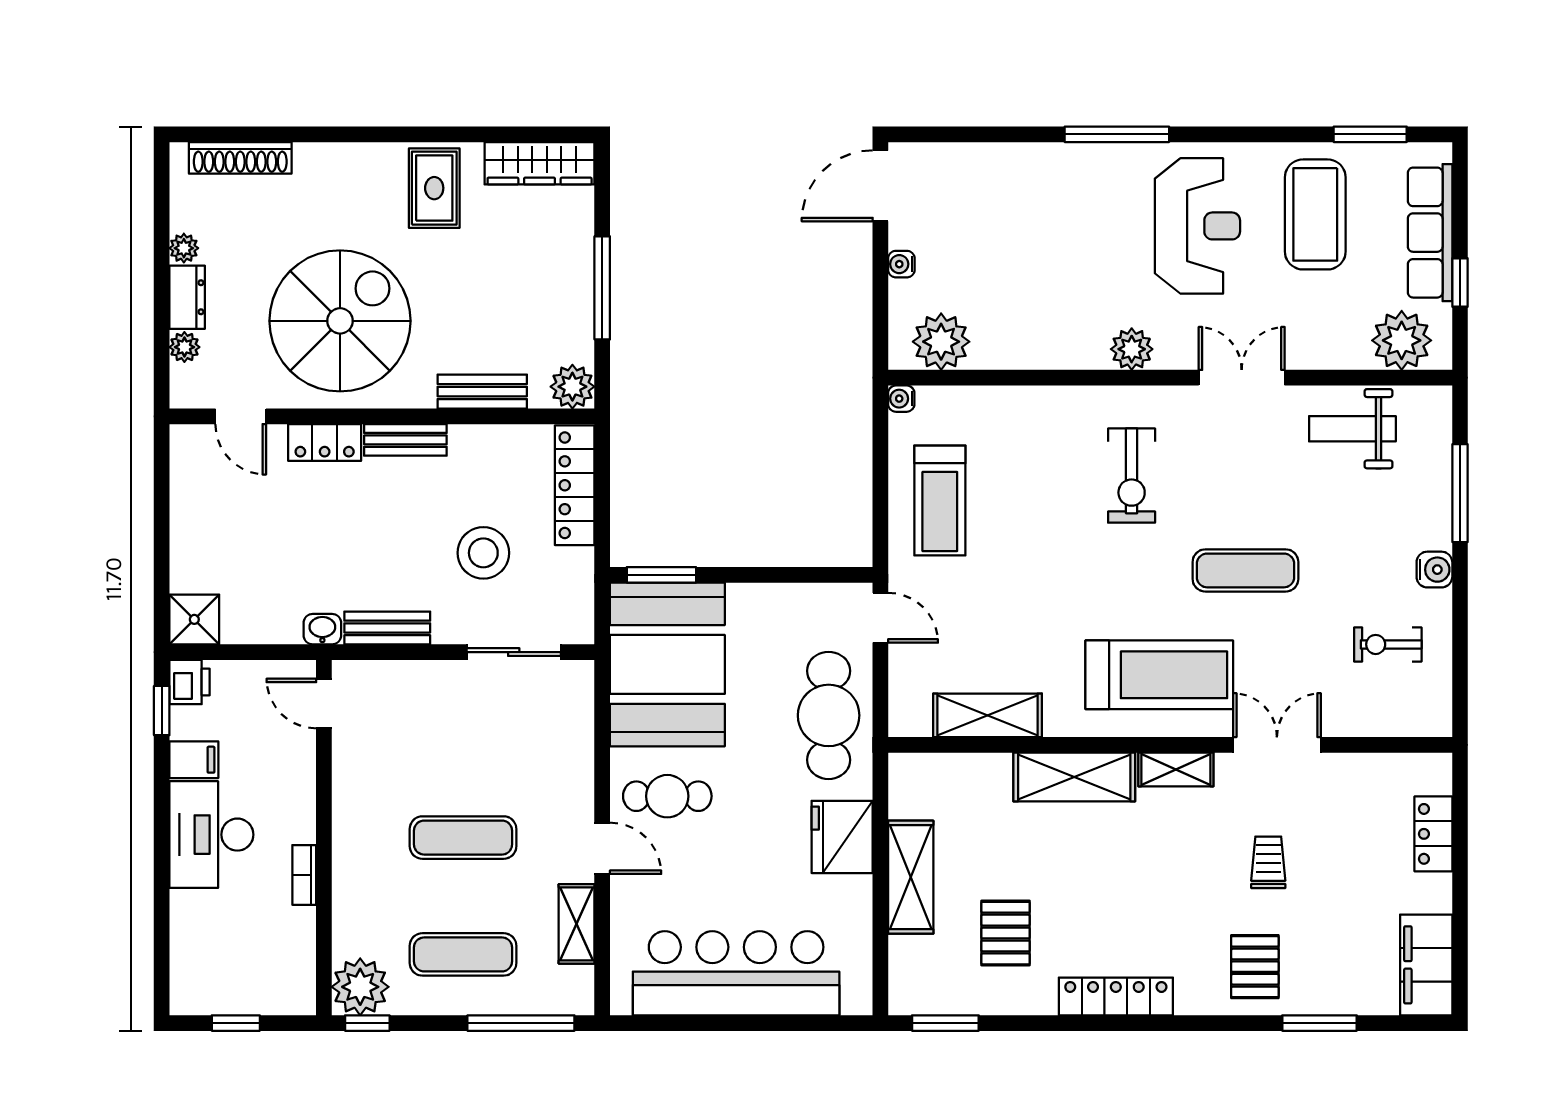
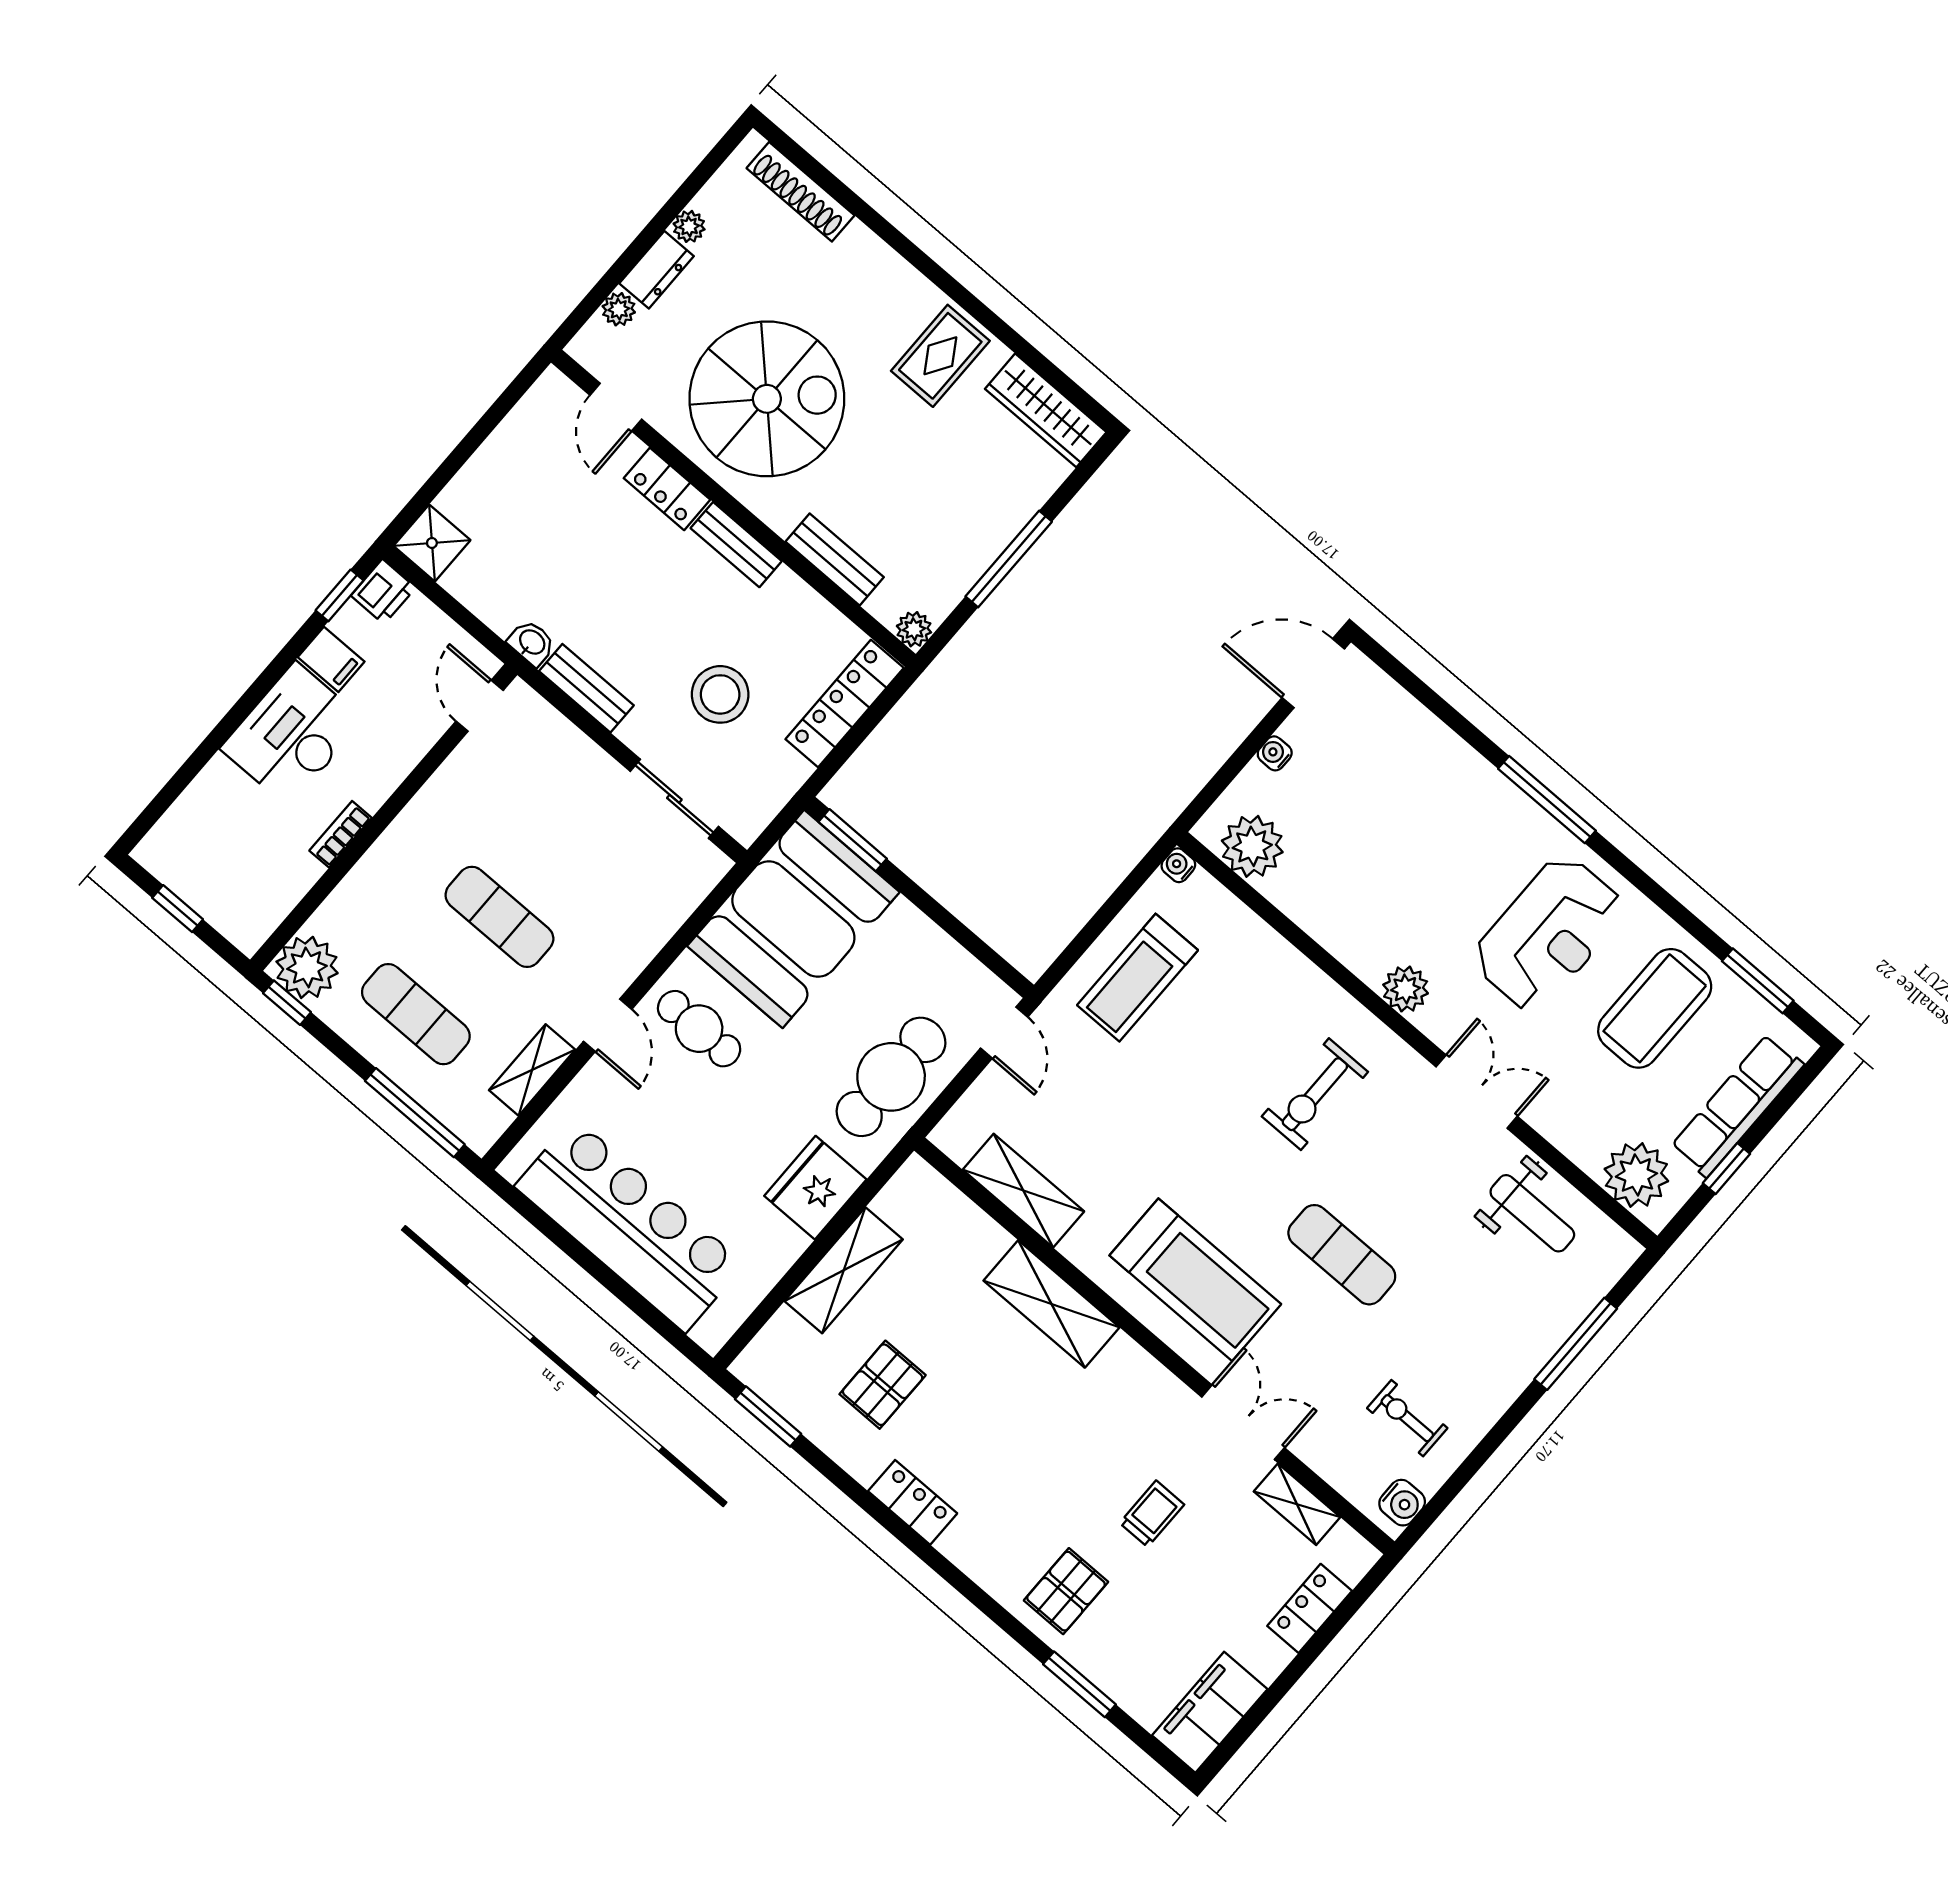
plant: (572, 387) -> (914, 629), width x0.73, depth x0.73
weight bench: (1352, 429) -> (1532, 1213), turned 180
water cooler: (1434, 570) -> (1402, 1503), moved
shelving: (1176, 769) -> (1297, 1504), moved
locker: (1116, 996) -> (913, 1502), width x0.66

